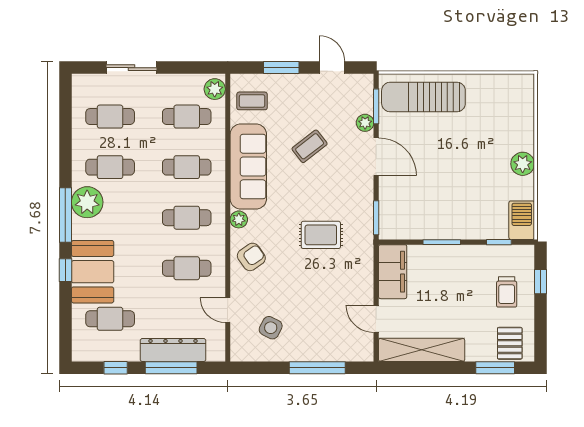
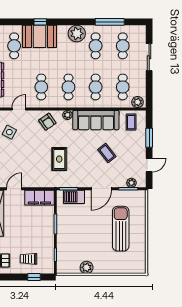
sun lounger: (423, 97) -> (121, 229), moved
plant: (365, 123) -> (131, 183), moved
plant: (523, 164) -> (87, 267), moved
window: (65, 215) -> (110, 22), moved
barbecue: (522, 220) -> (74, 197), moved, turned 180

